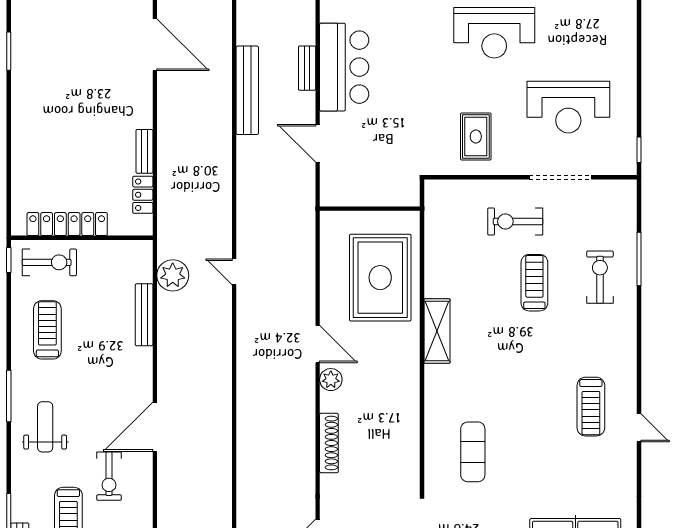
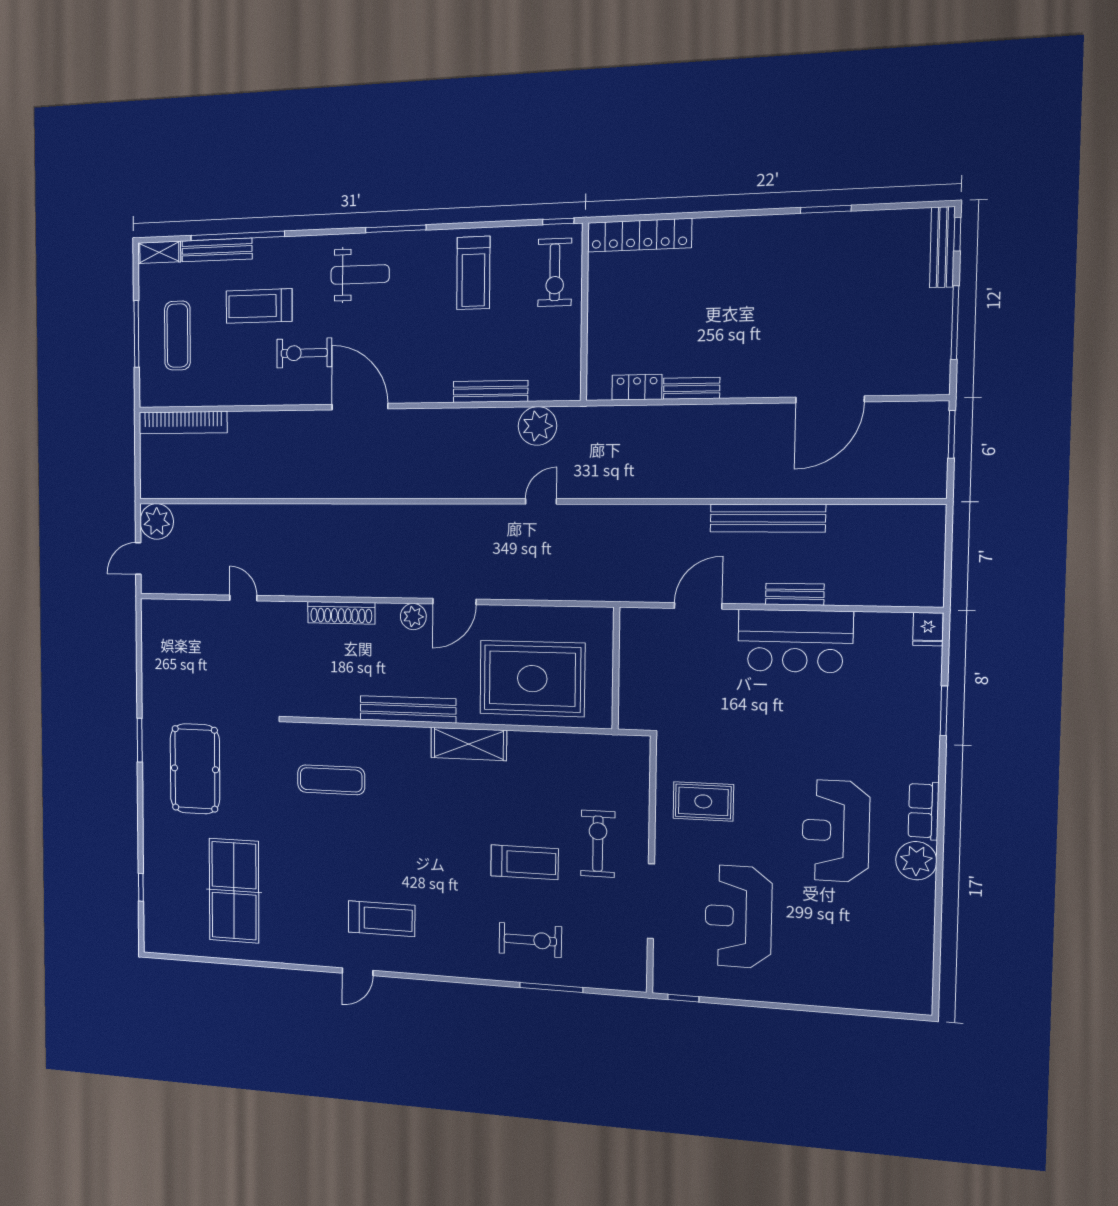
locker: (67, 224) -> (639, 235), moved, turned 90
treadmill: (47, 330) -> (473, 273), turned 90
bench: (409, 384) -> (408, 709), added
treadmill: (591, 407) -> (381, 919), turned 180

